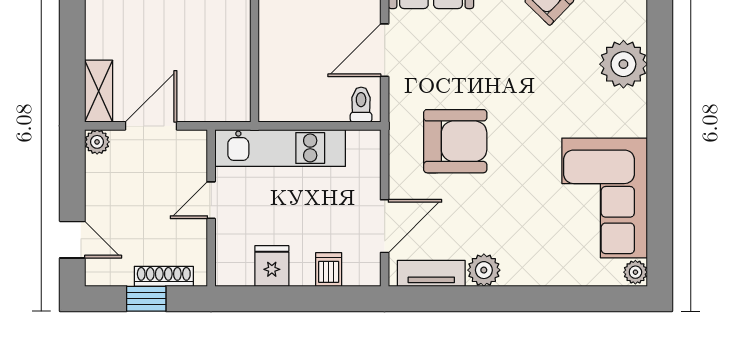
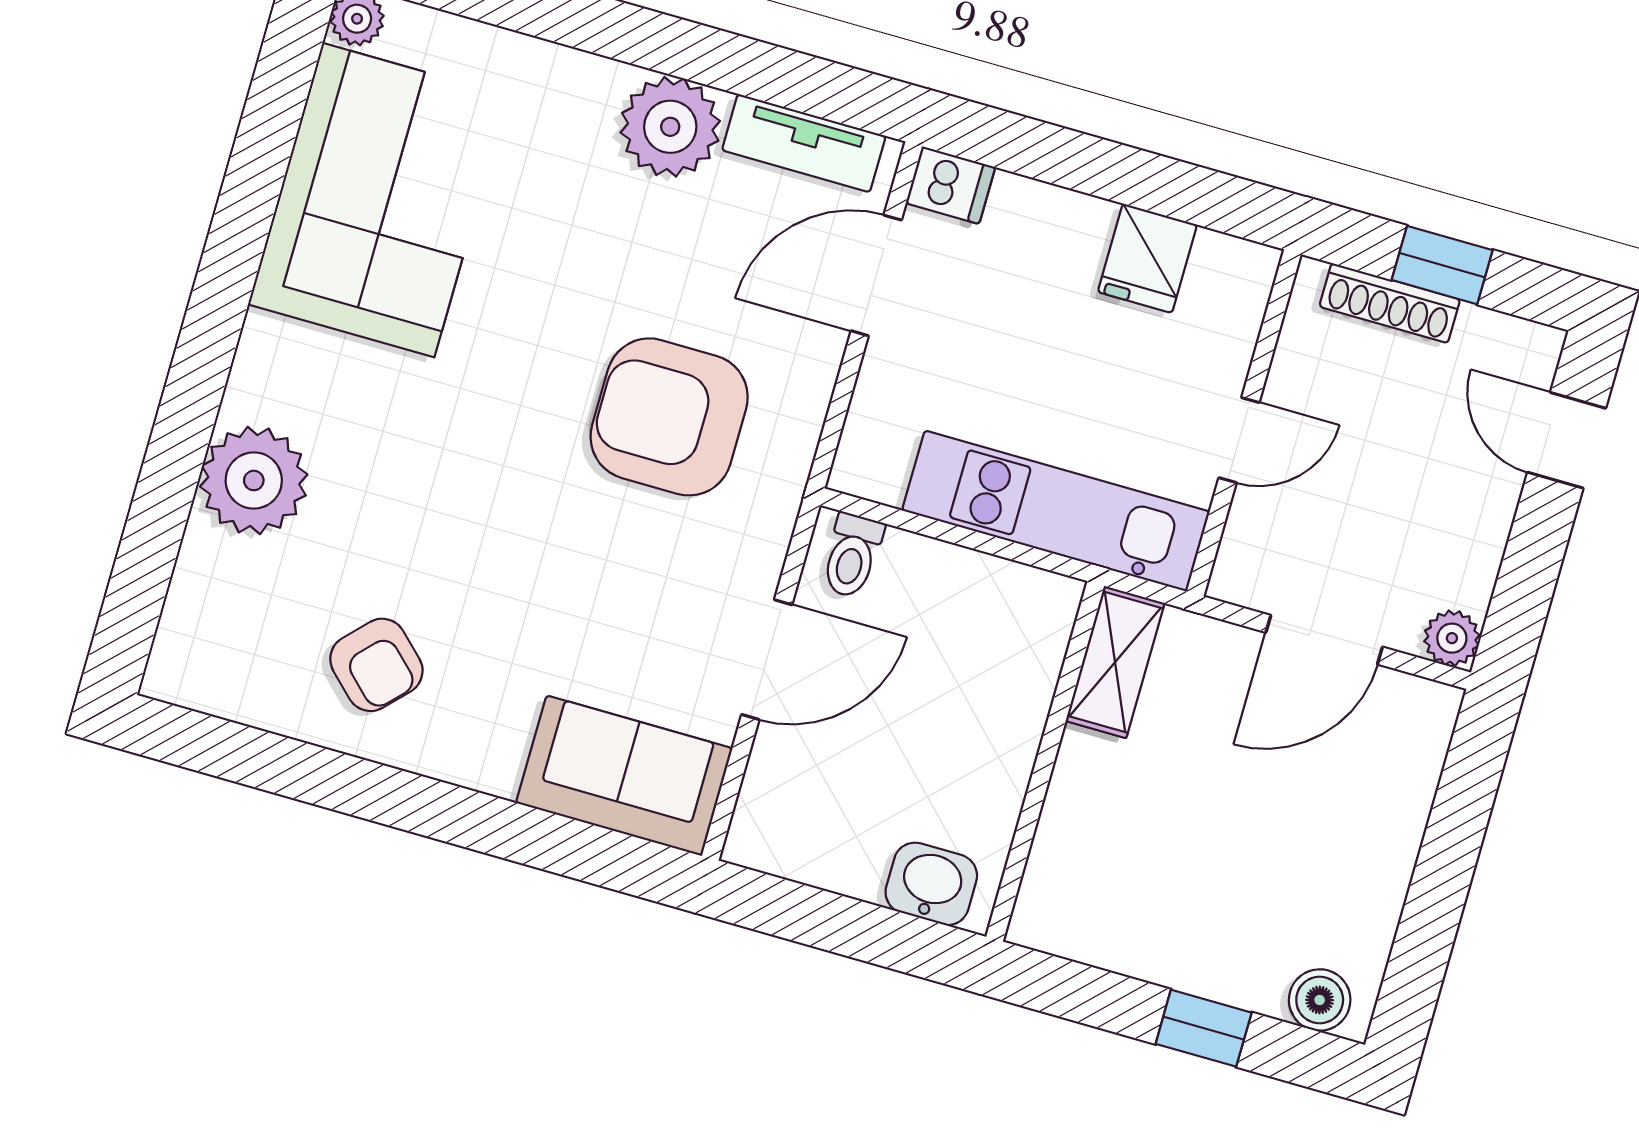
shelving: (99, 91) -> (1115, 662), moved
dishwasher: (329, 269) -> (951, 185), moved, turned -90
plant: (484, 270) -> (670, 127), width x1.36, depth x1.36

